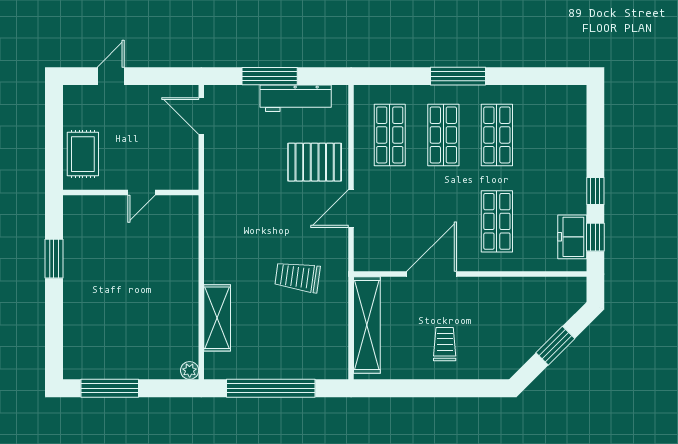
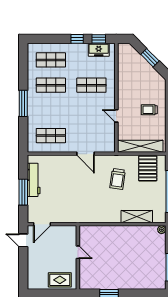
door: (111, 76) -> (23, 240), moved
shop shelf: (443, 135) -> (51, 60), moved
pallet: (315, 162) -> (148, 168), moved
door: (432, 274) -> (116, 116), width x0.53

